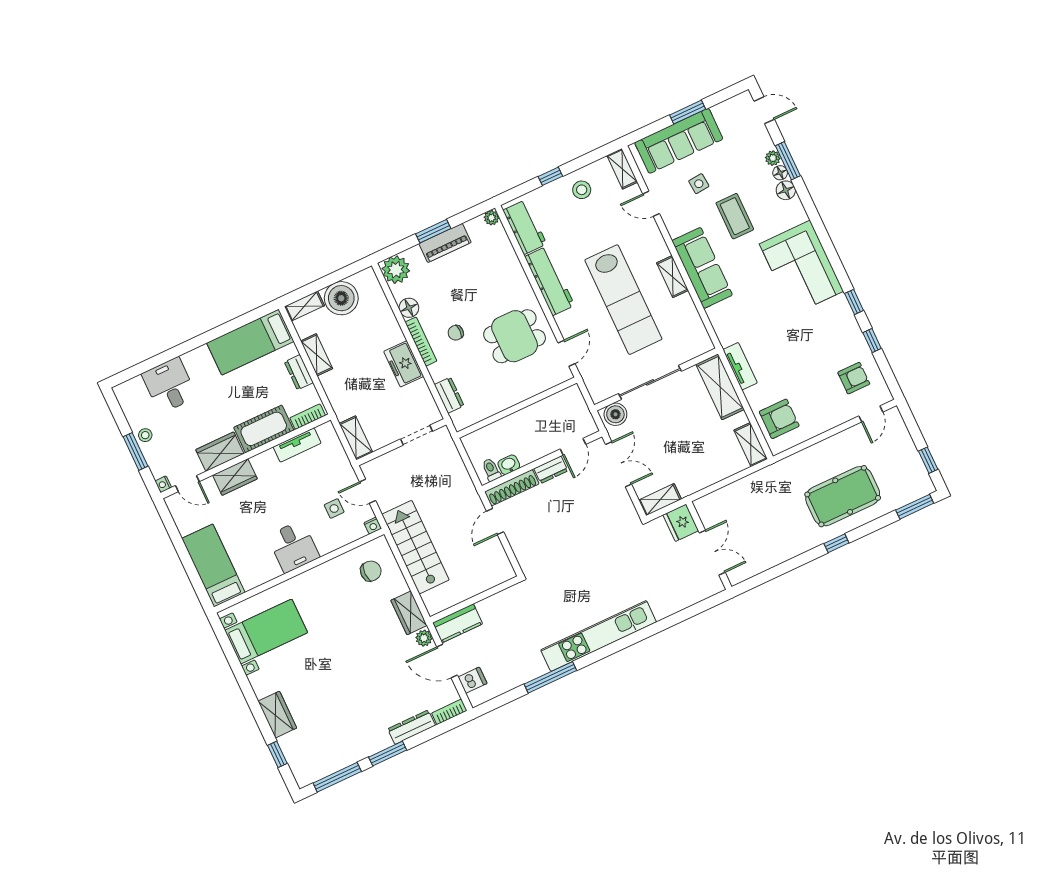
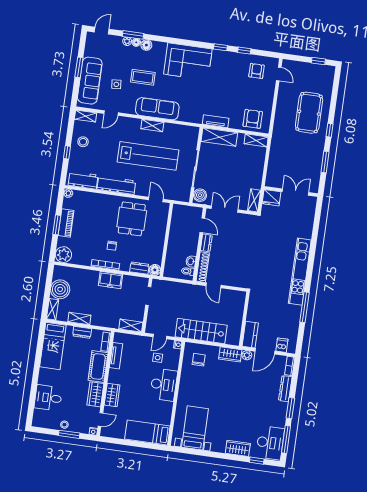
floor lamp: (409, 308) -> (155, 270), moved
window: (915, 507) -> (325, 162), moved
desk: (293, 546) -> (164, 385), width x1.37
desk: (317, 757) -> (270, 443), added

